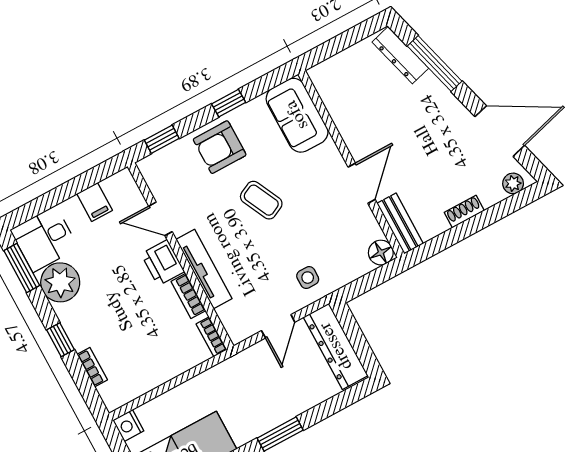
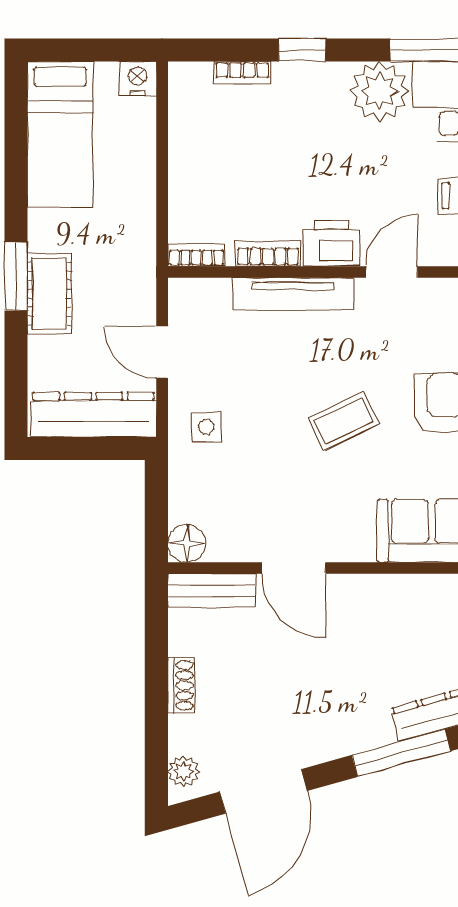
cot: (280, 409) -> (49, 293), added

